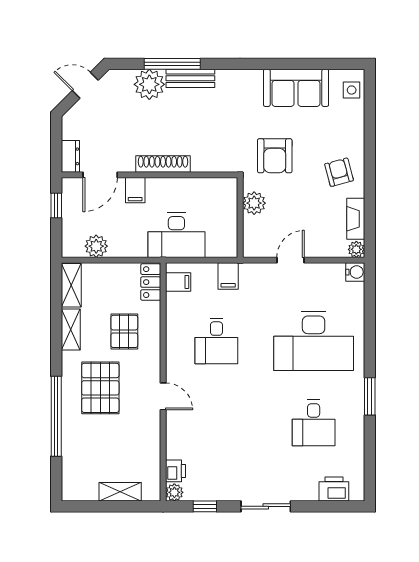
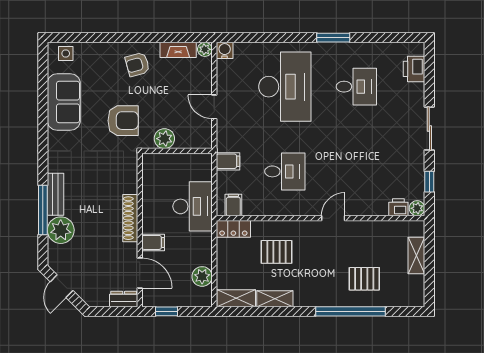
pallet: (100, 388) -> (364, 279), moved, width x0.67, depth x0.71

